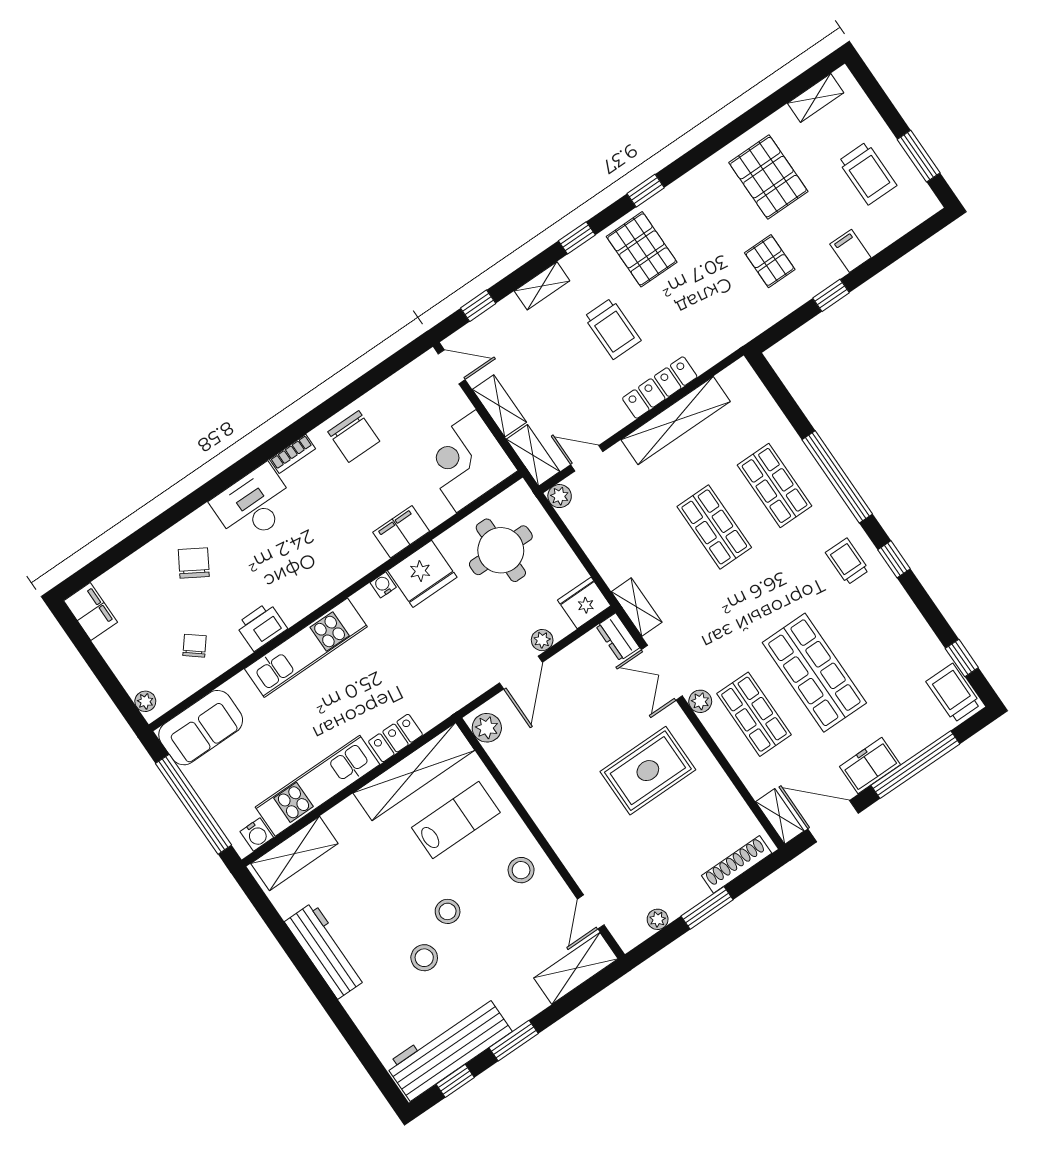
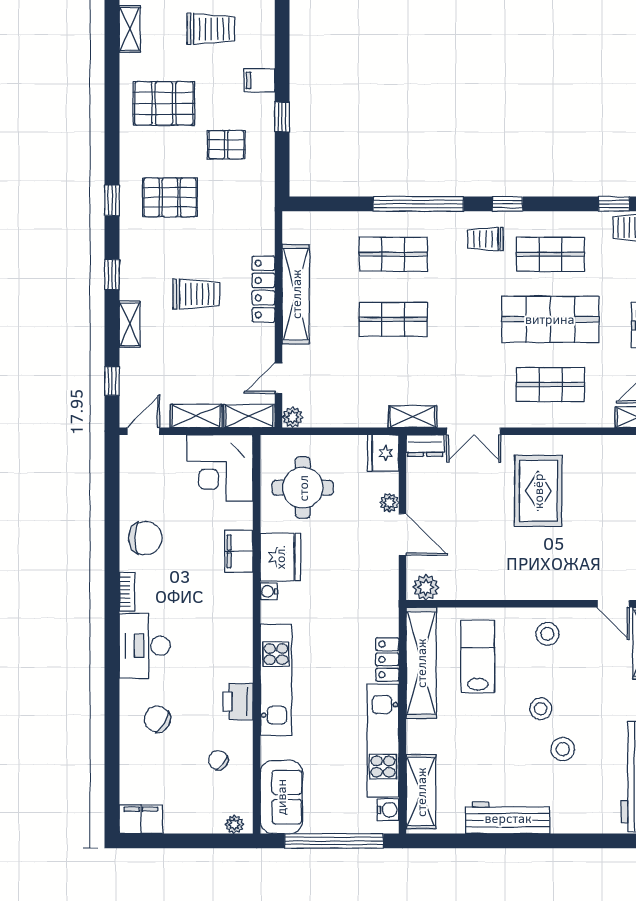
pallet: (642, 249) -> (170, 197), moved
shop shelf: (875, 631) -> (550, 254), added
plant: (700, 701) -> (514, 418), removed

